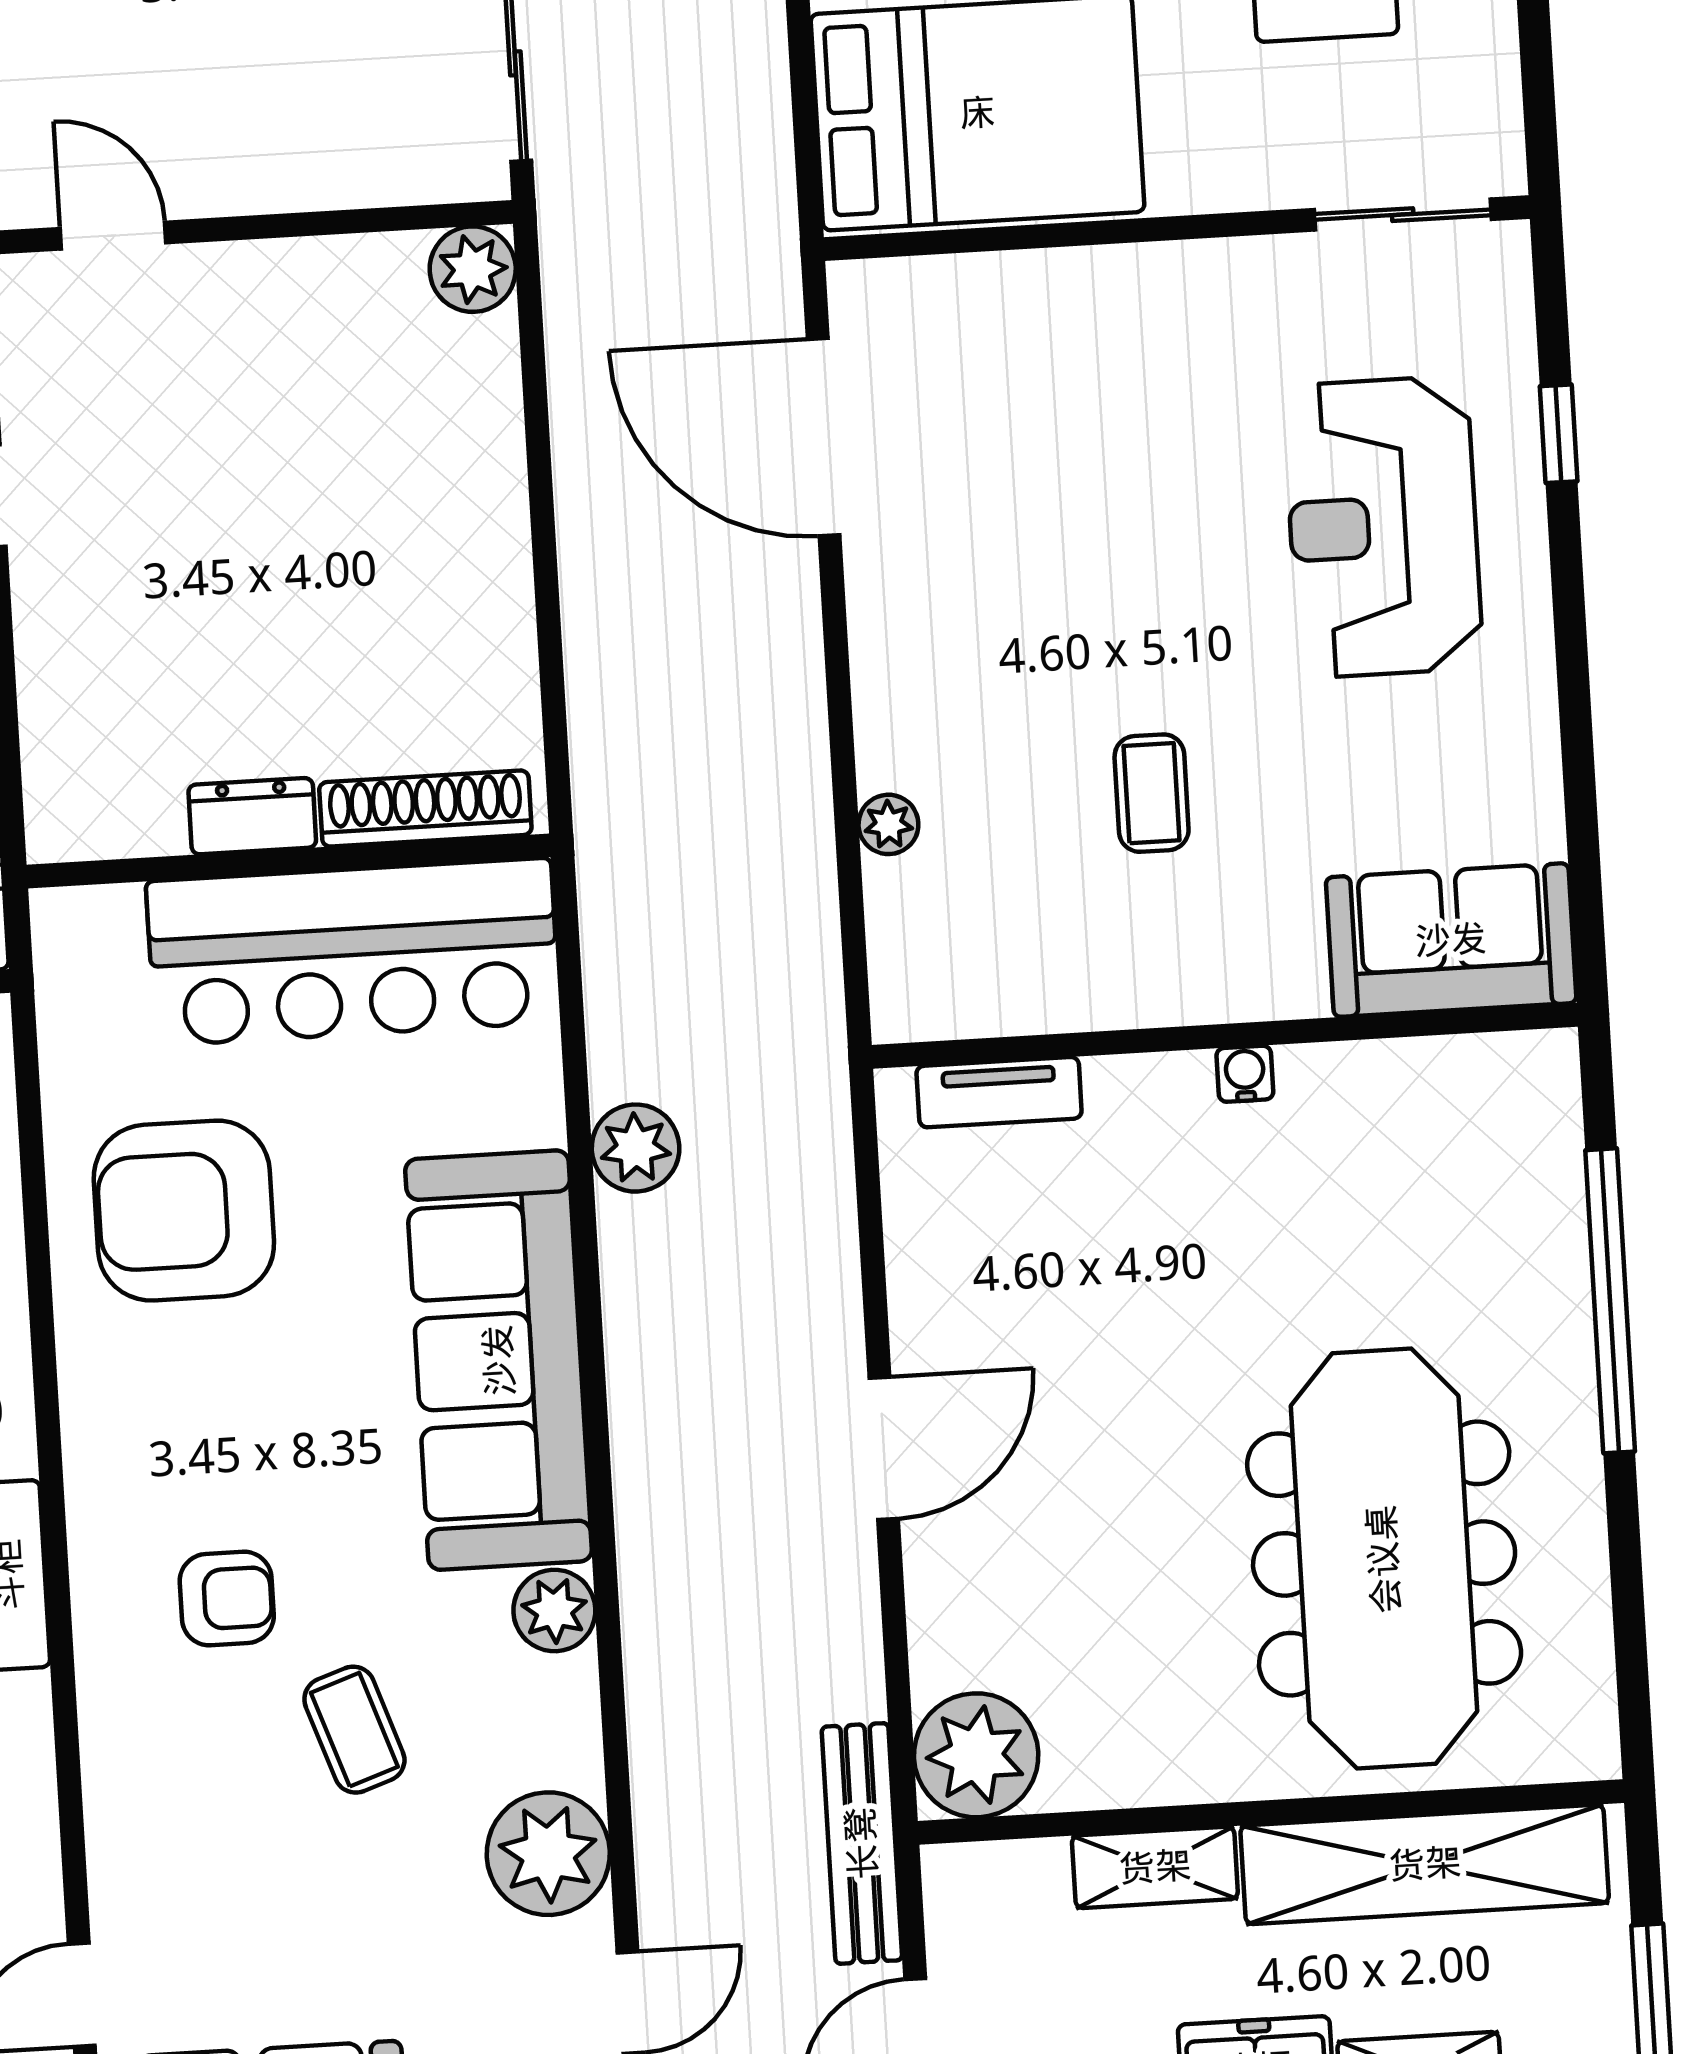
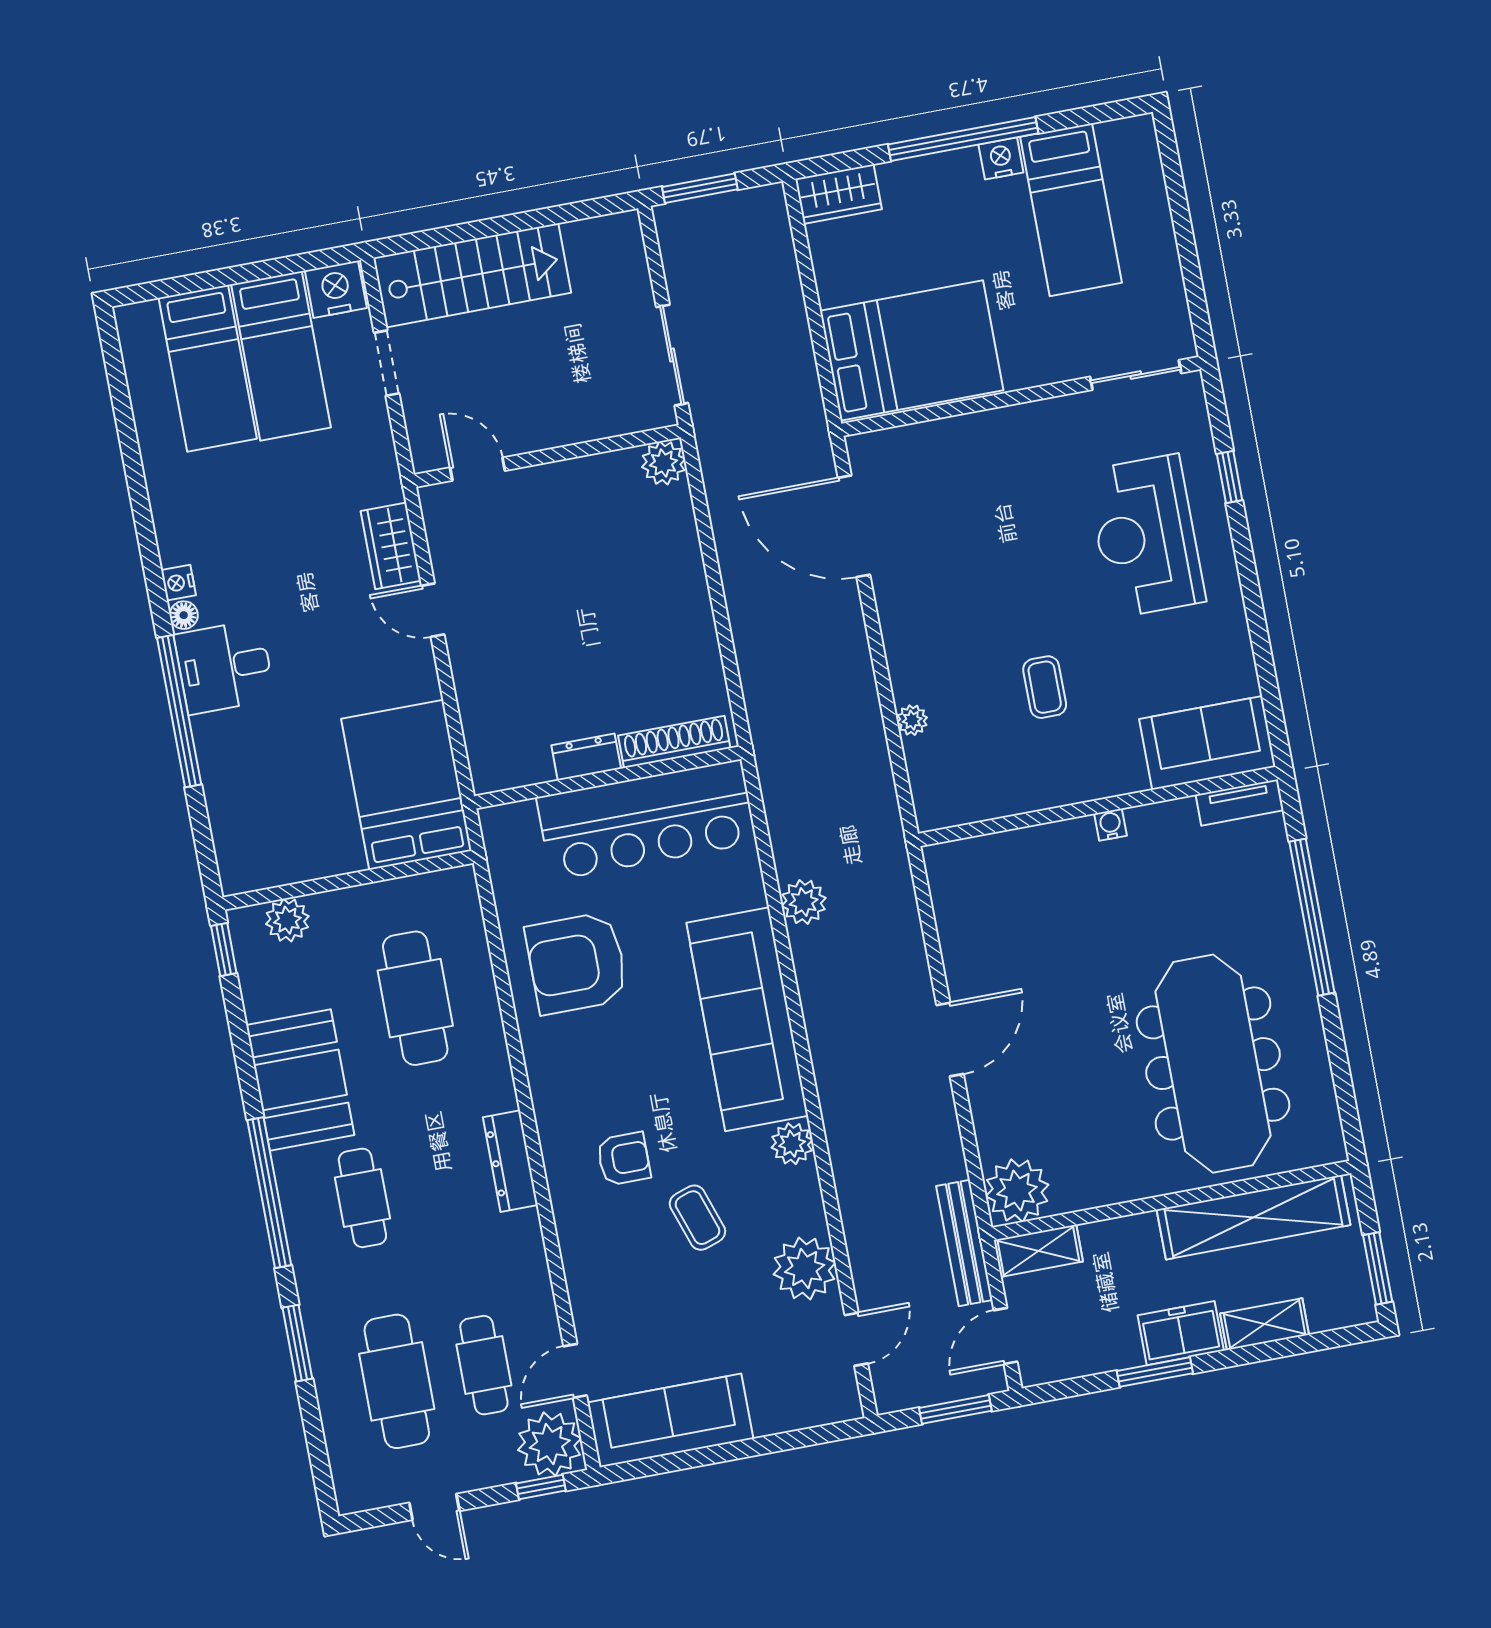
tv unit: (999, 1092) -> (1240, 802), moved
shelving: (1155, 1867) -> (1038, 1251), moved

